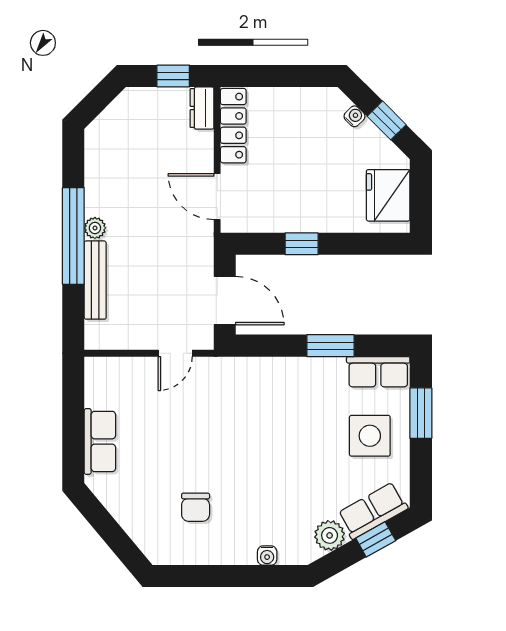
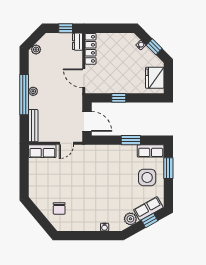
plant: (102, 127) -> (36, 49), added
bench: (95, 280) -> (33, 126), moved
row of seats: (100, 441) -> (42, 151), moved, turned 90
chair: (196, 507) -> (59, 208), moved

